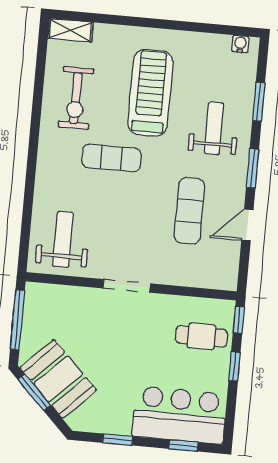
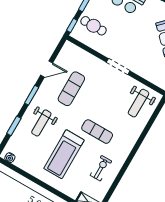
exercise bike: (76, 98) -> (101, 168), width x0.73, depth x0.72

